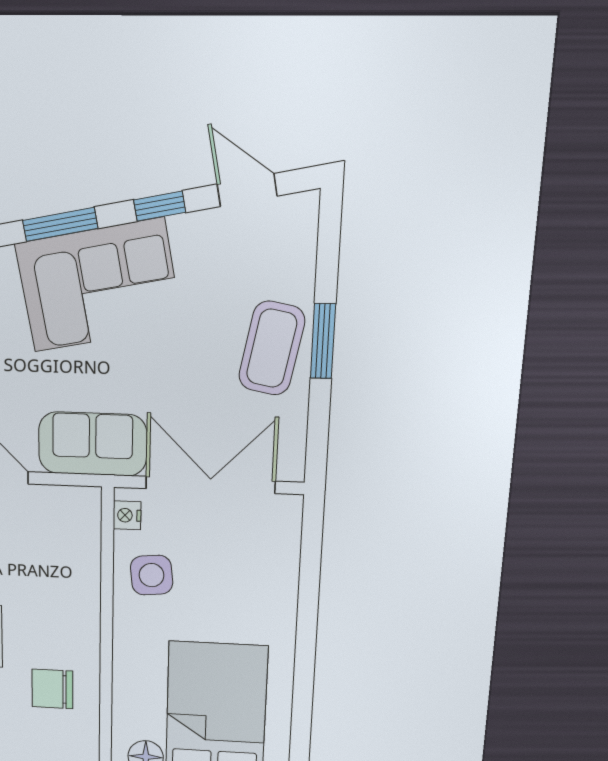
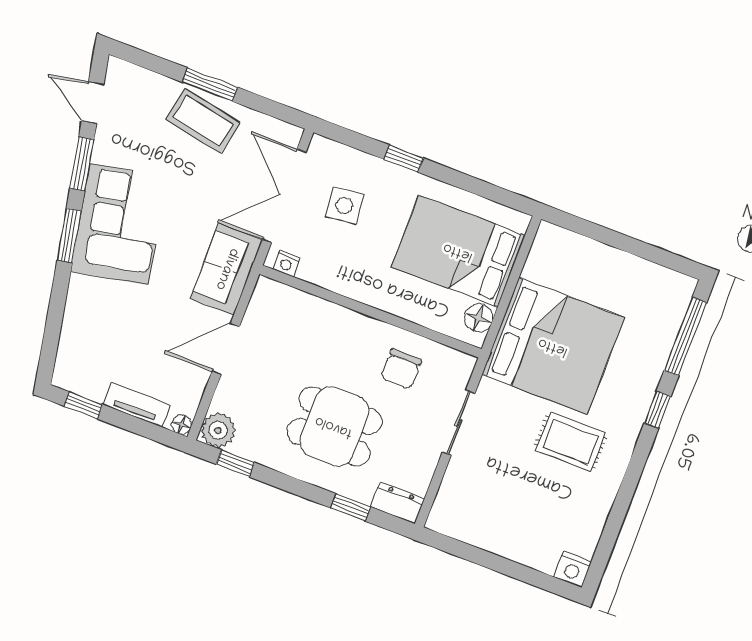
door: (247, 190) -> (93, 103), hinge flipped
window: (160, 206) -> (82, 164), width x1.50
side table: (152, 575) -> (344, 205), moved
window: (307, 614) -> (404, 159), added

